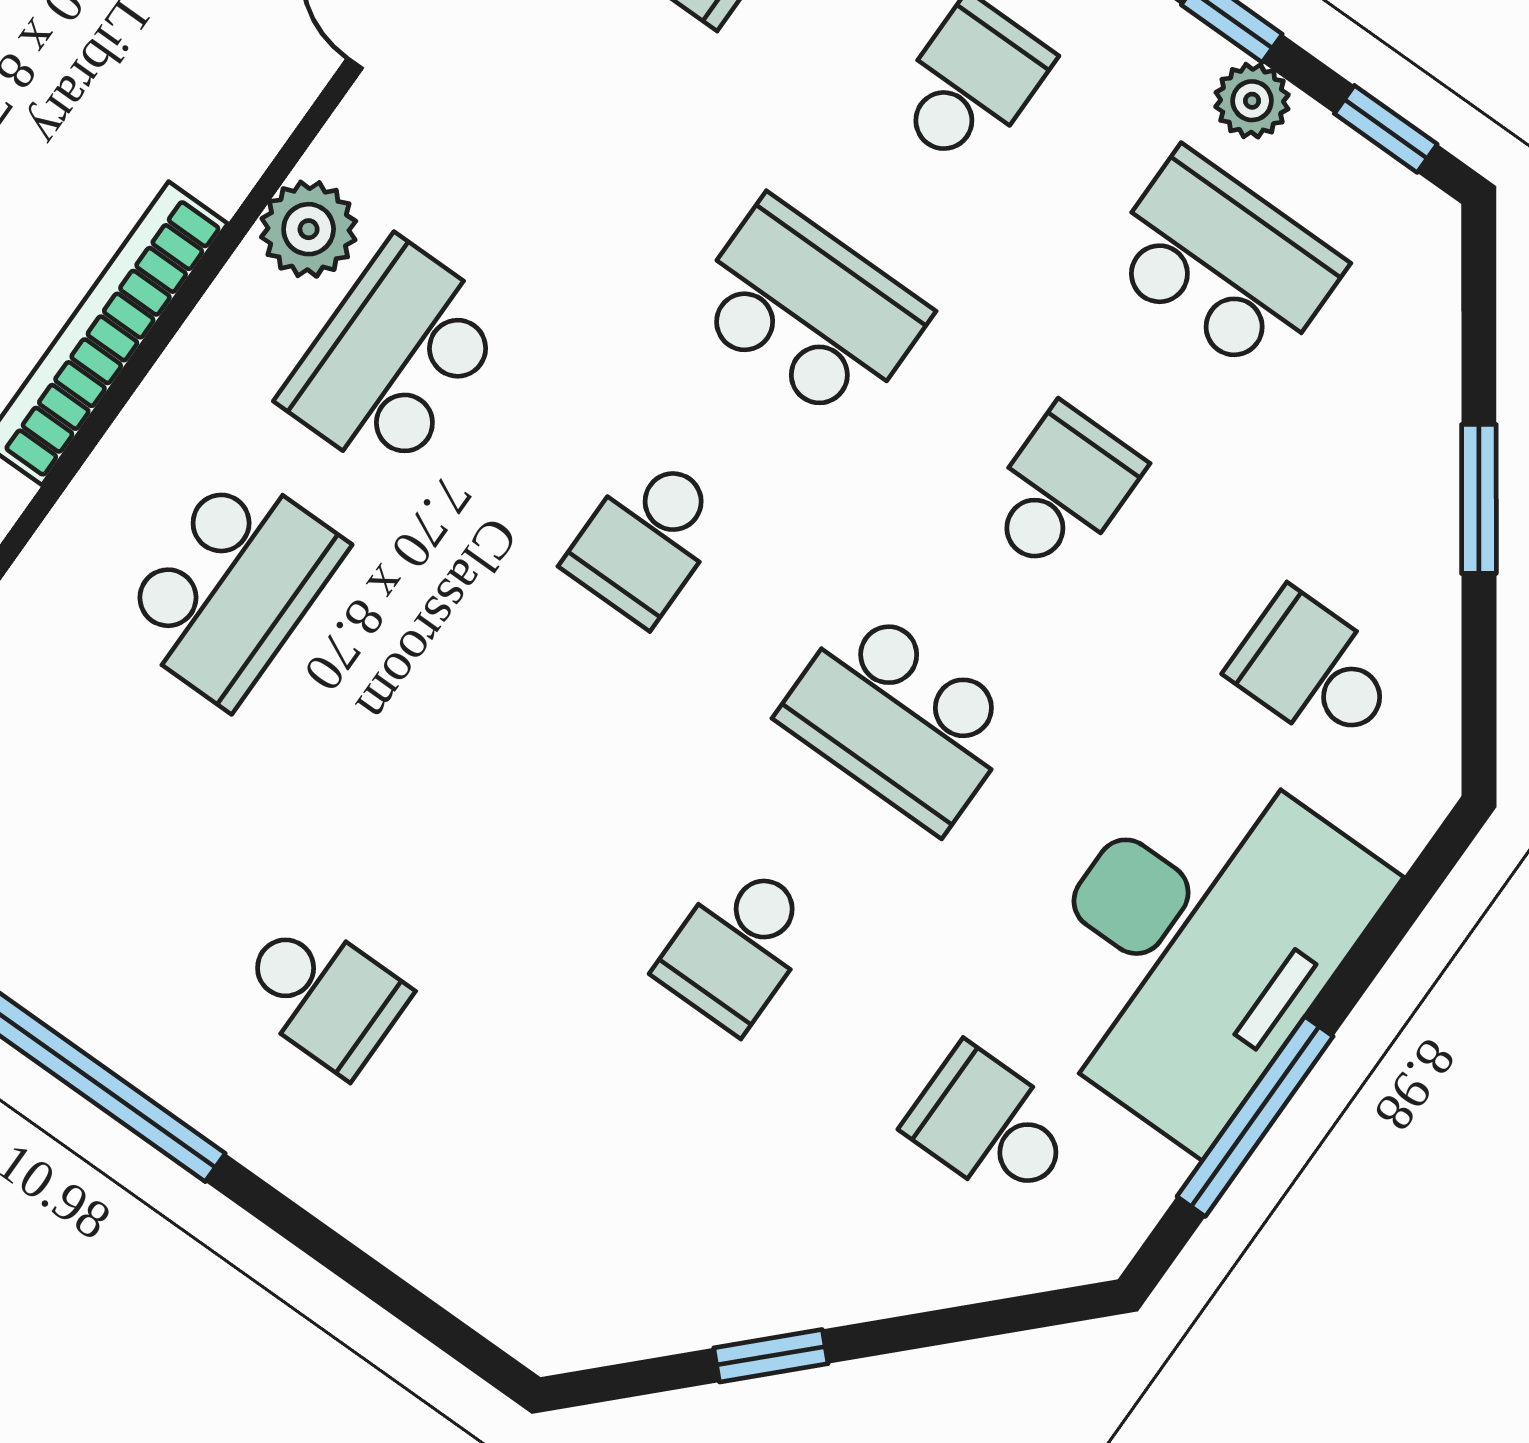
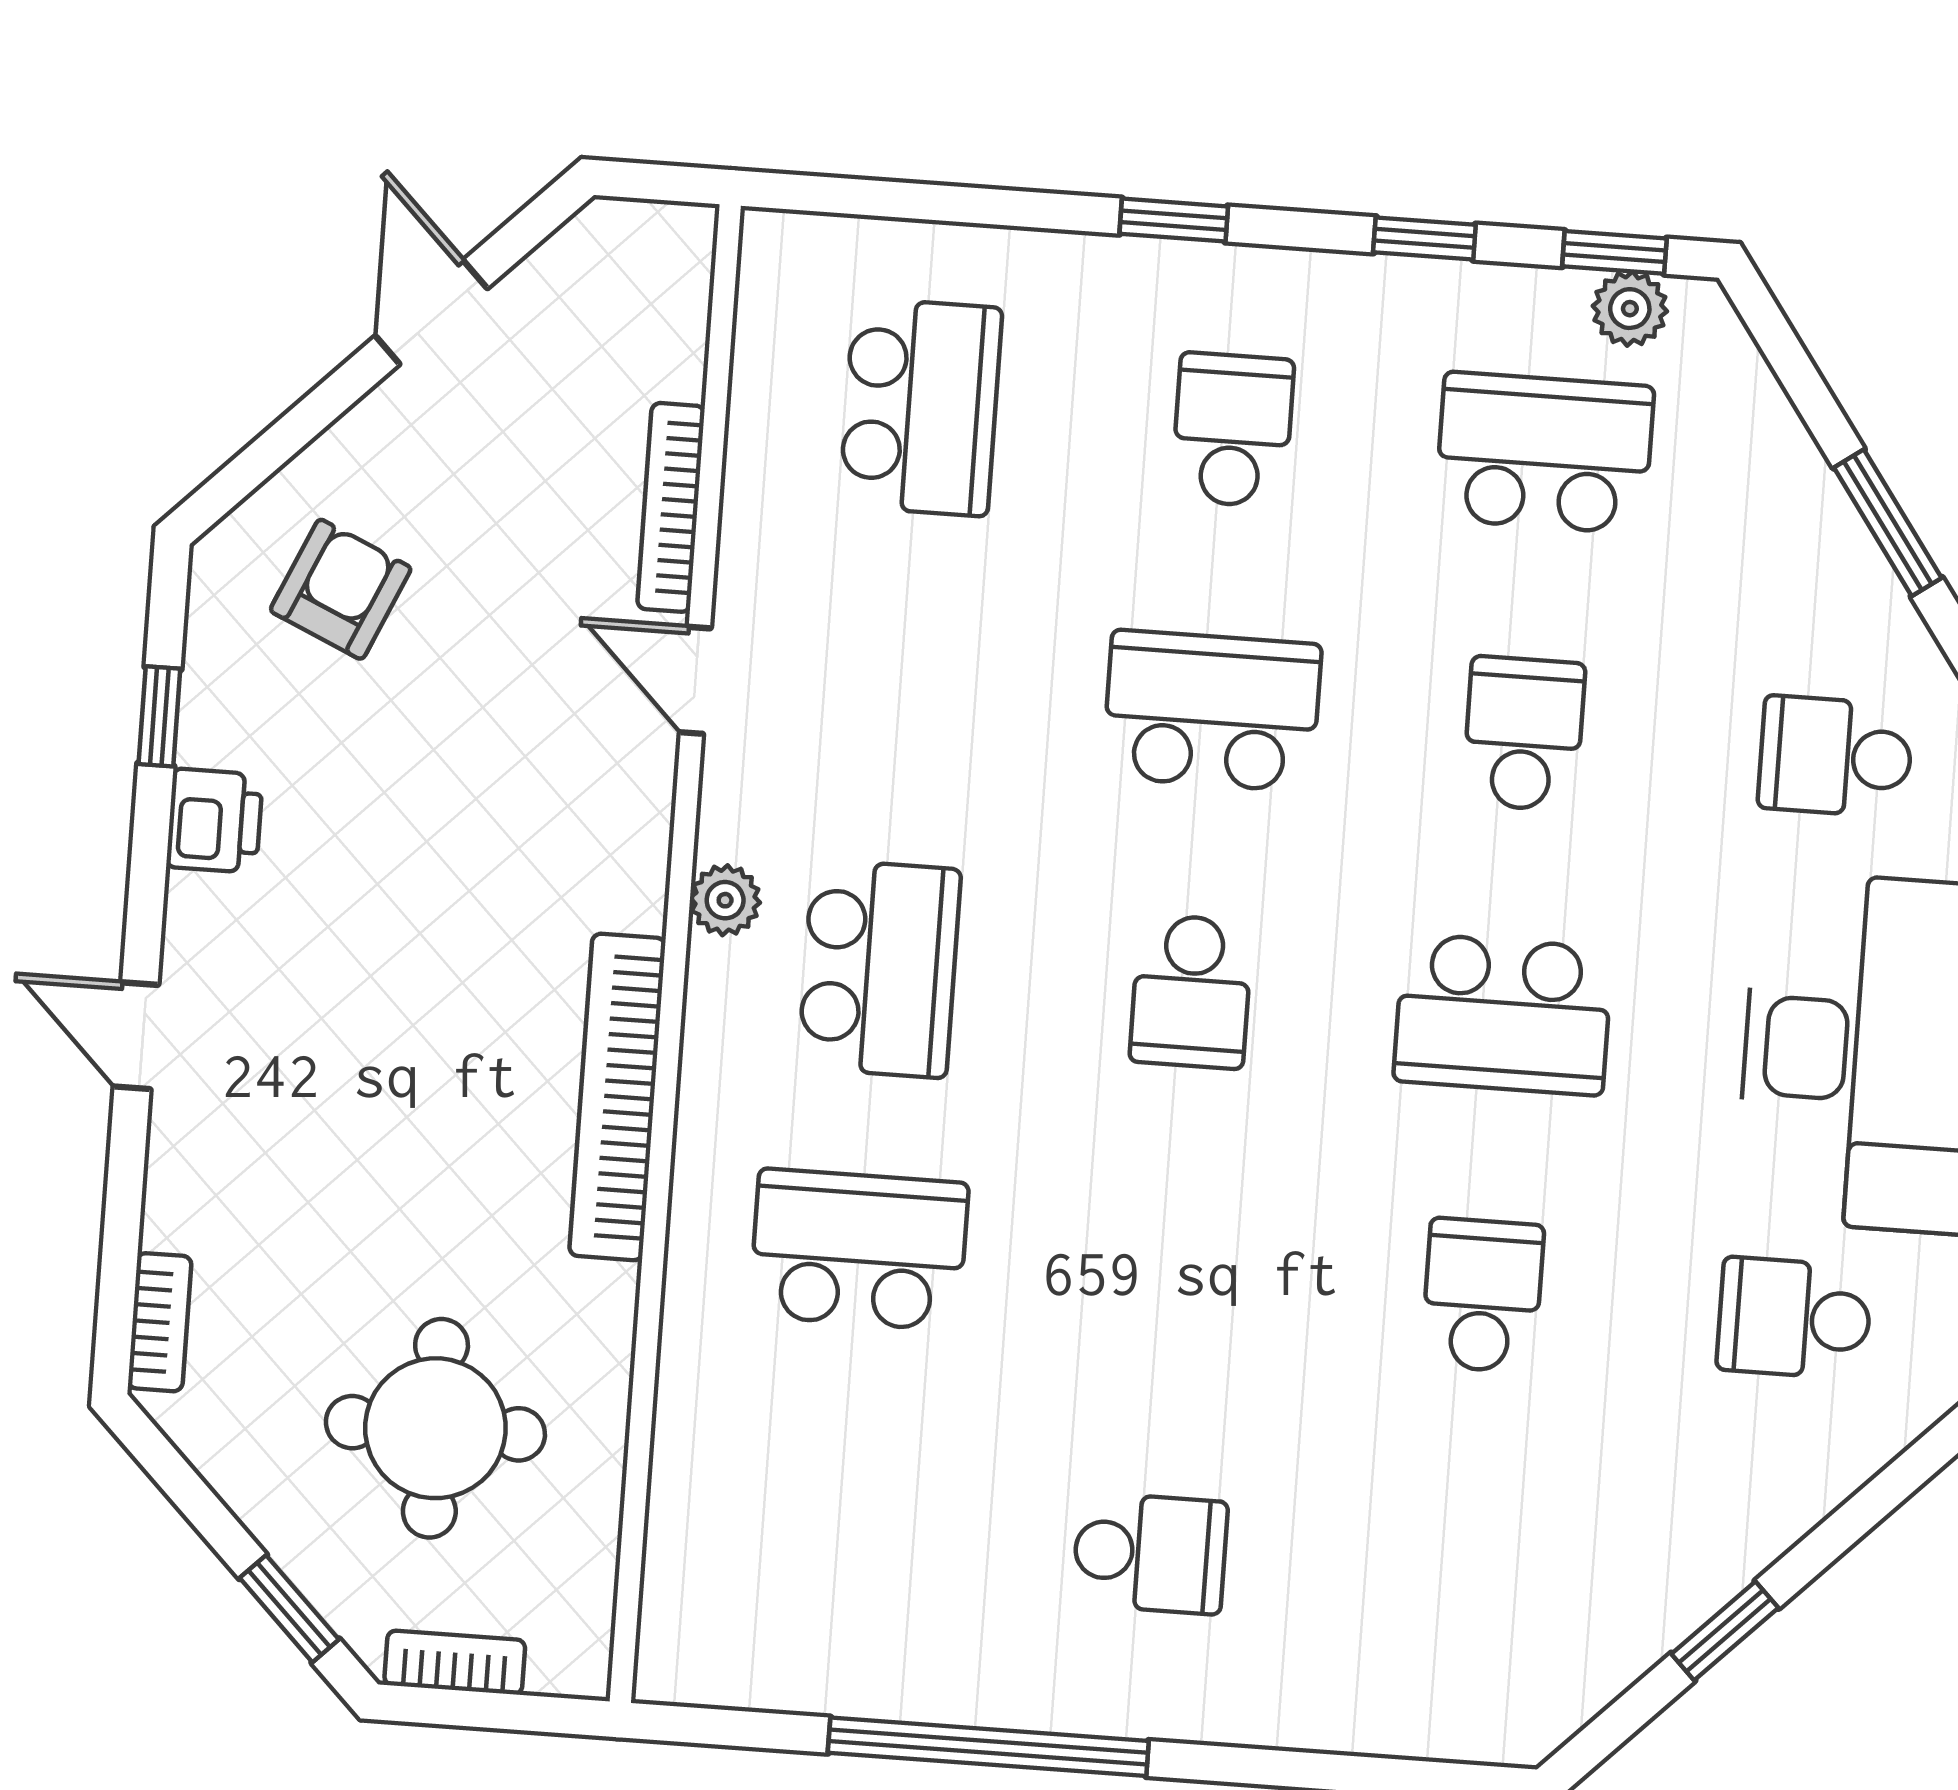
plant: (1252, 101) -> (1630, 309), moved
plant: (309, 229) -> (725, 900), width x0.73, depth x0.73
school desk: (394, 359) -> (879, 969), turned 180
school desk: (232, 587) -> (859, 1249), turned -90
school desk: (738, 946) -> (1482, 1295), turned 180

